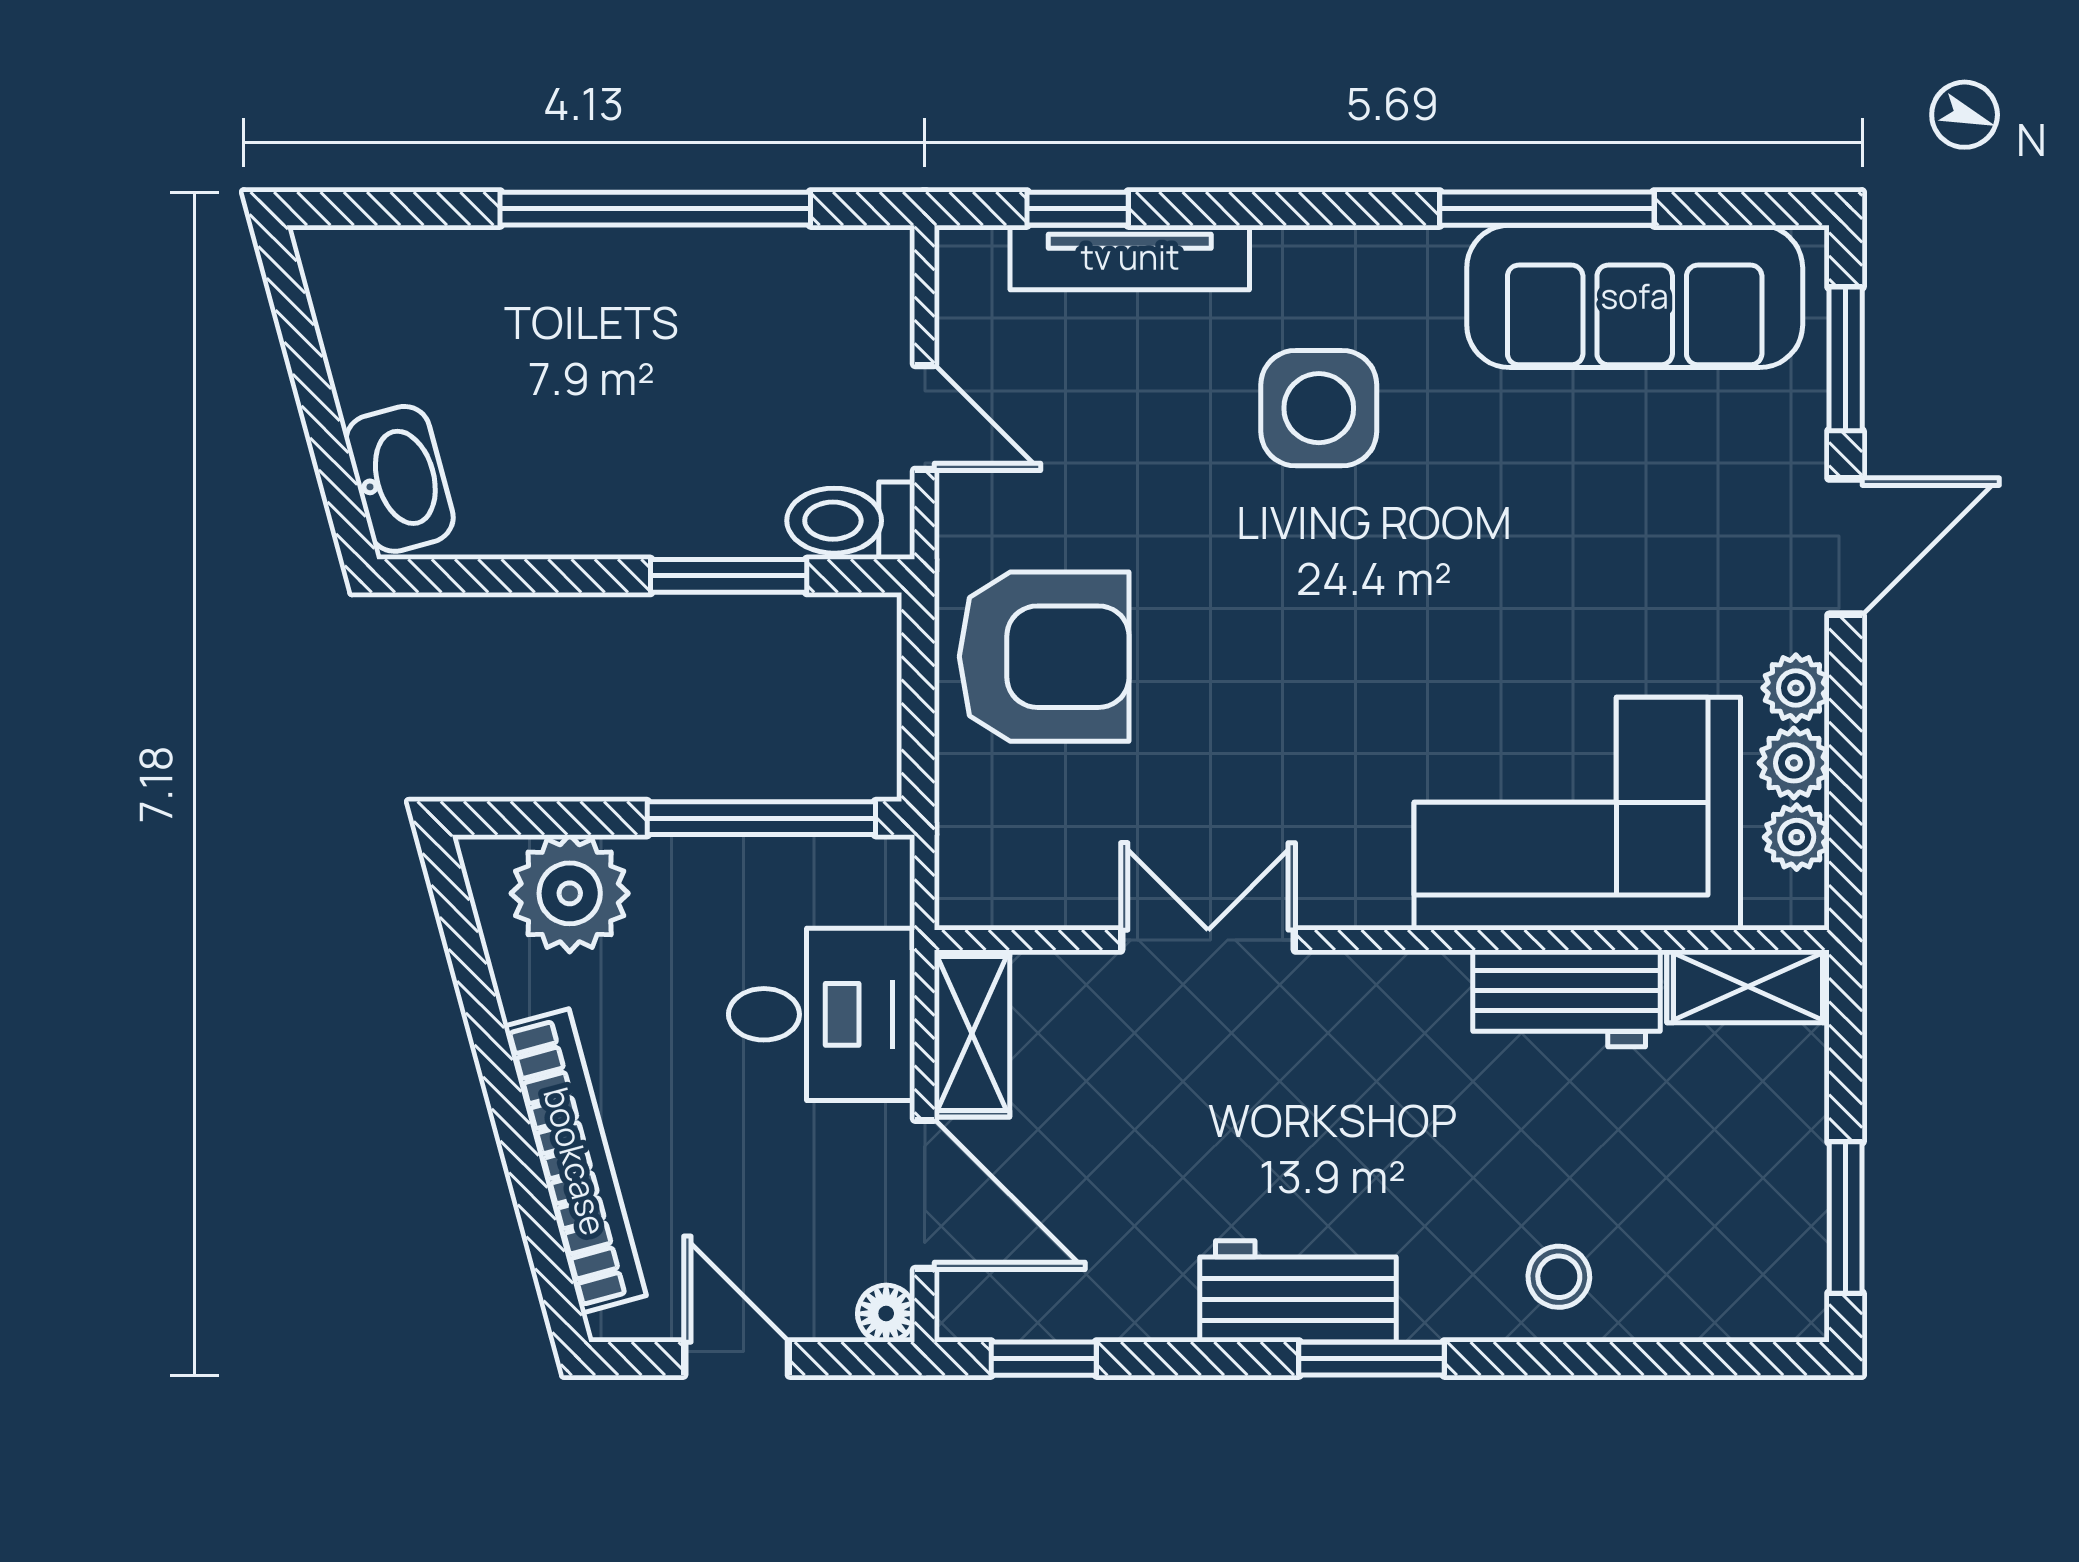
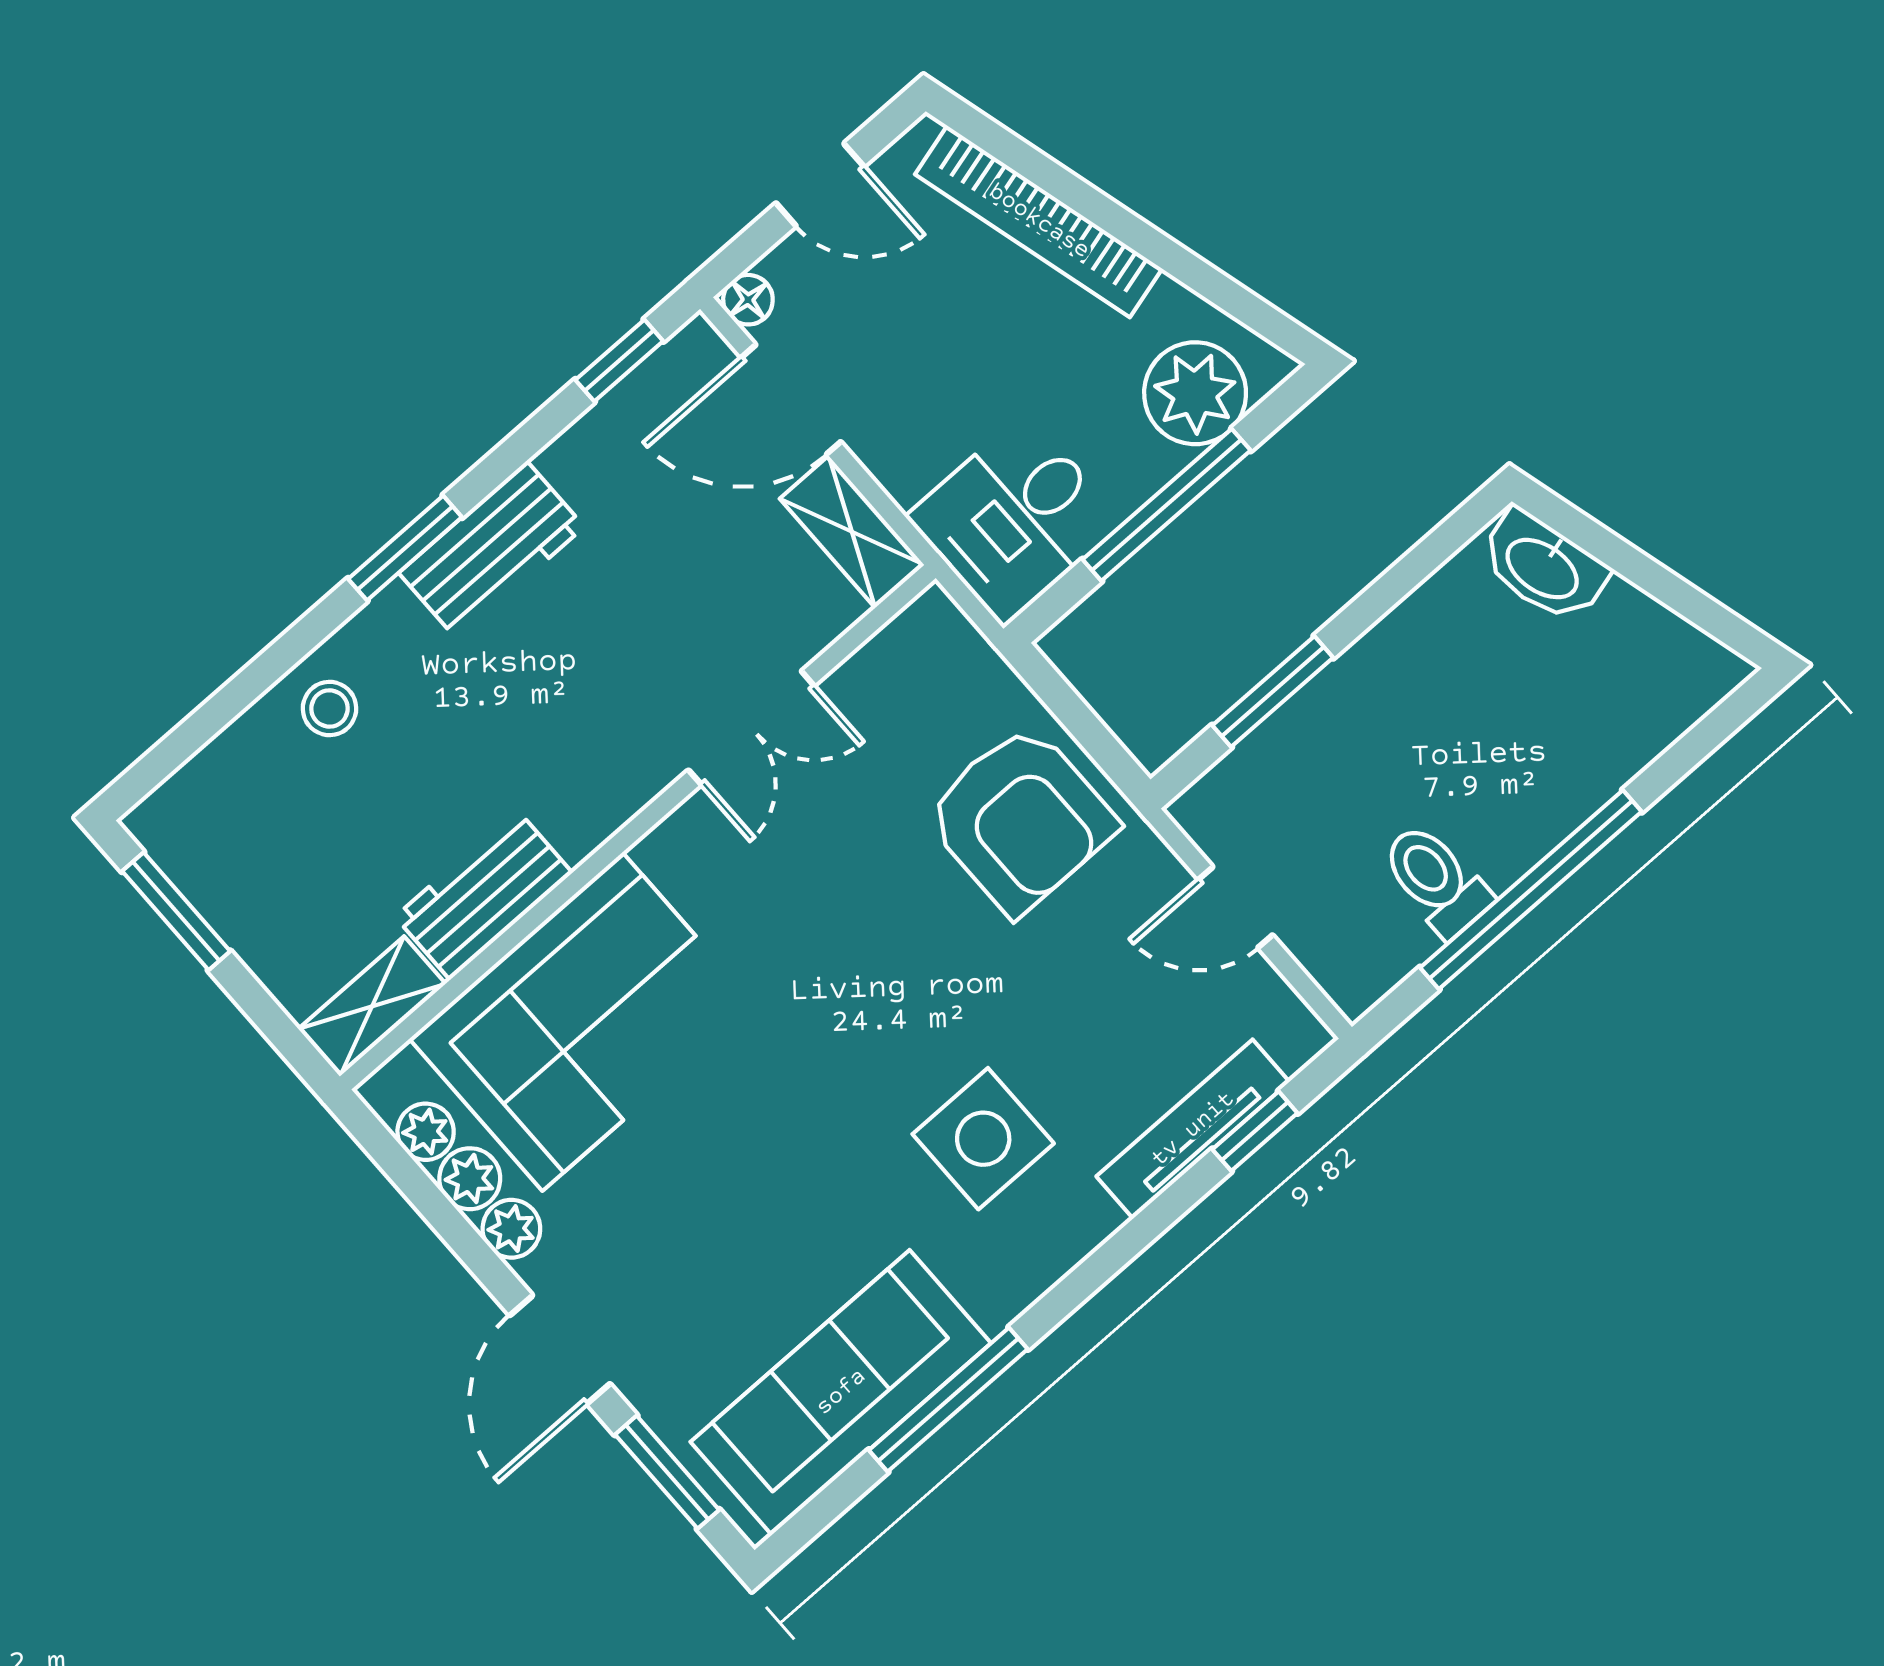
toilet: (851, 521) -> (1436, 880), moved, turned -90
armchair: (1044, 657) -> (1020, 819), turned -90
window: (761, 818) -> (1167, 505), moved
desk: (822, 1014) -> (1015, 519), moved

